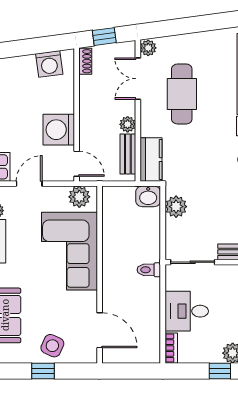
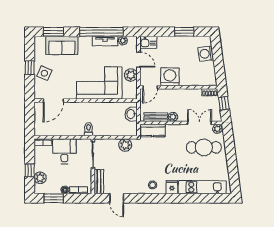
washing machine: (49, 64) -> (206, 54), moved
cafe table: (182, 94) -> (204, 147), moved
washbasin: (148, 196) -> (131, 114), moved
plant: (79, 197) -> (131, 75), moved

